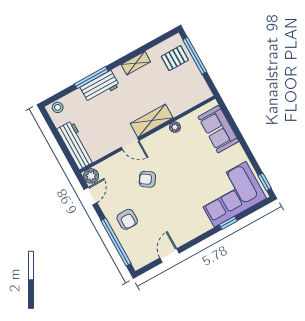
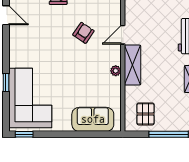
pallet: (175, 58) -> (145, 114), moved
plant: (175, 127) -> (116, 71), moved

